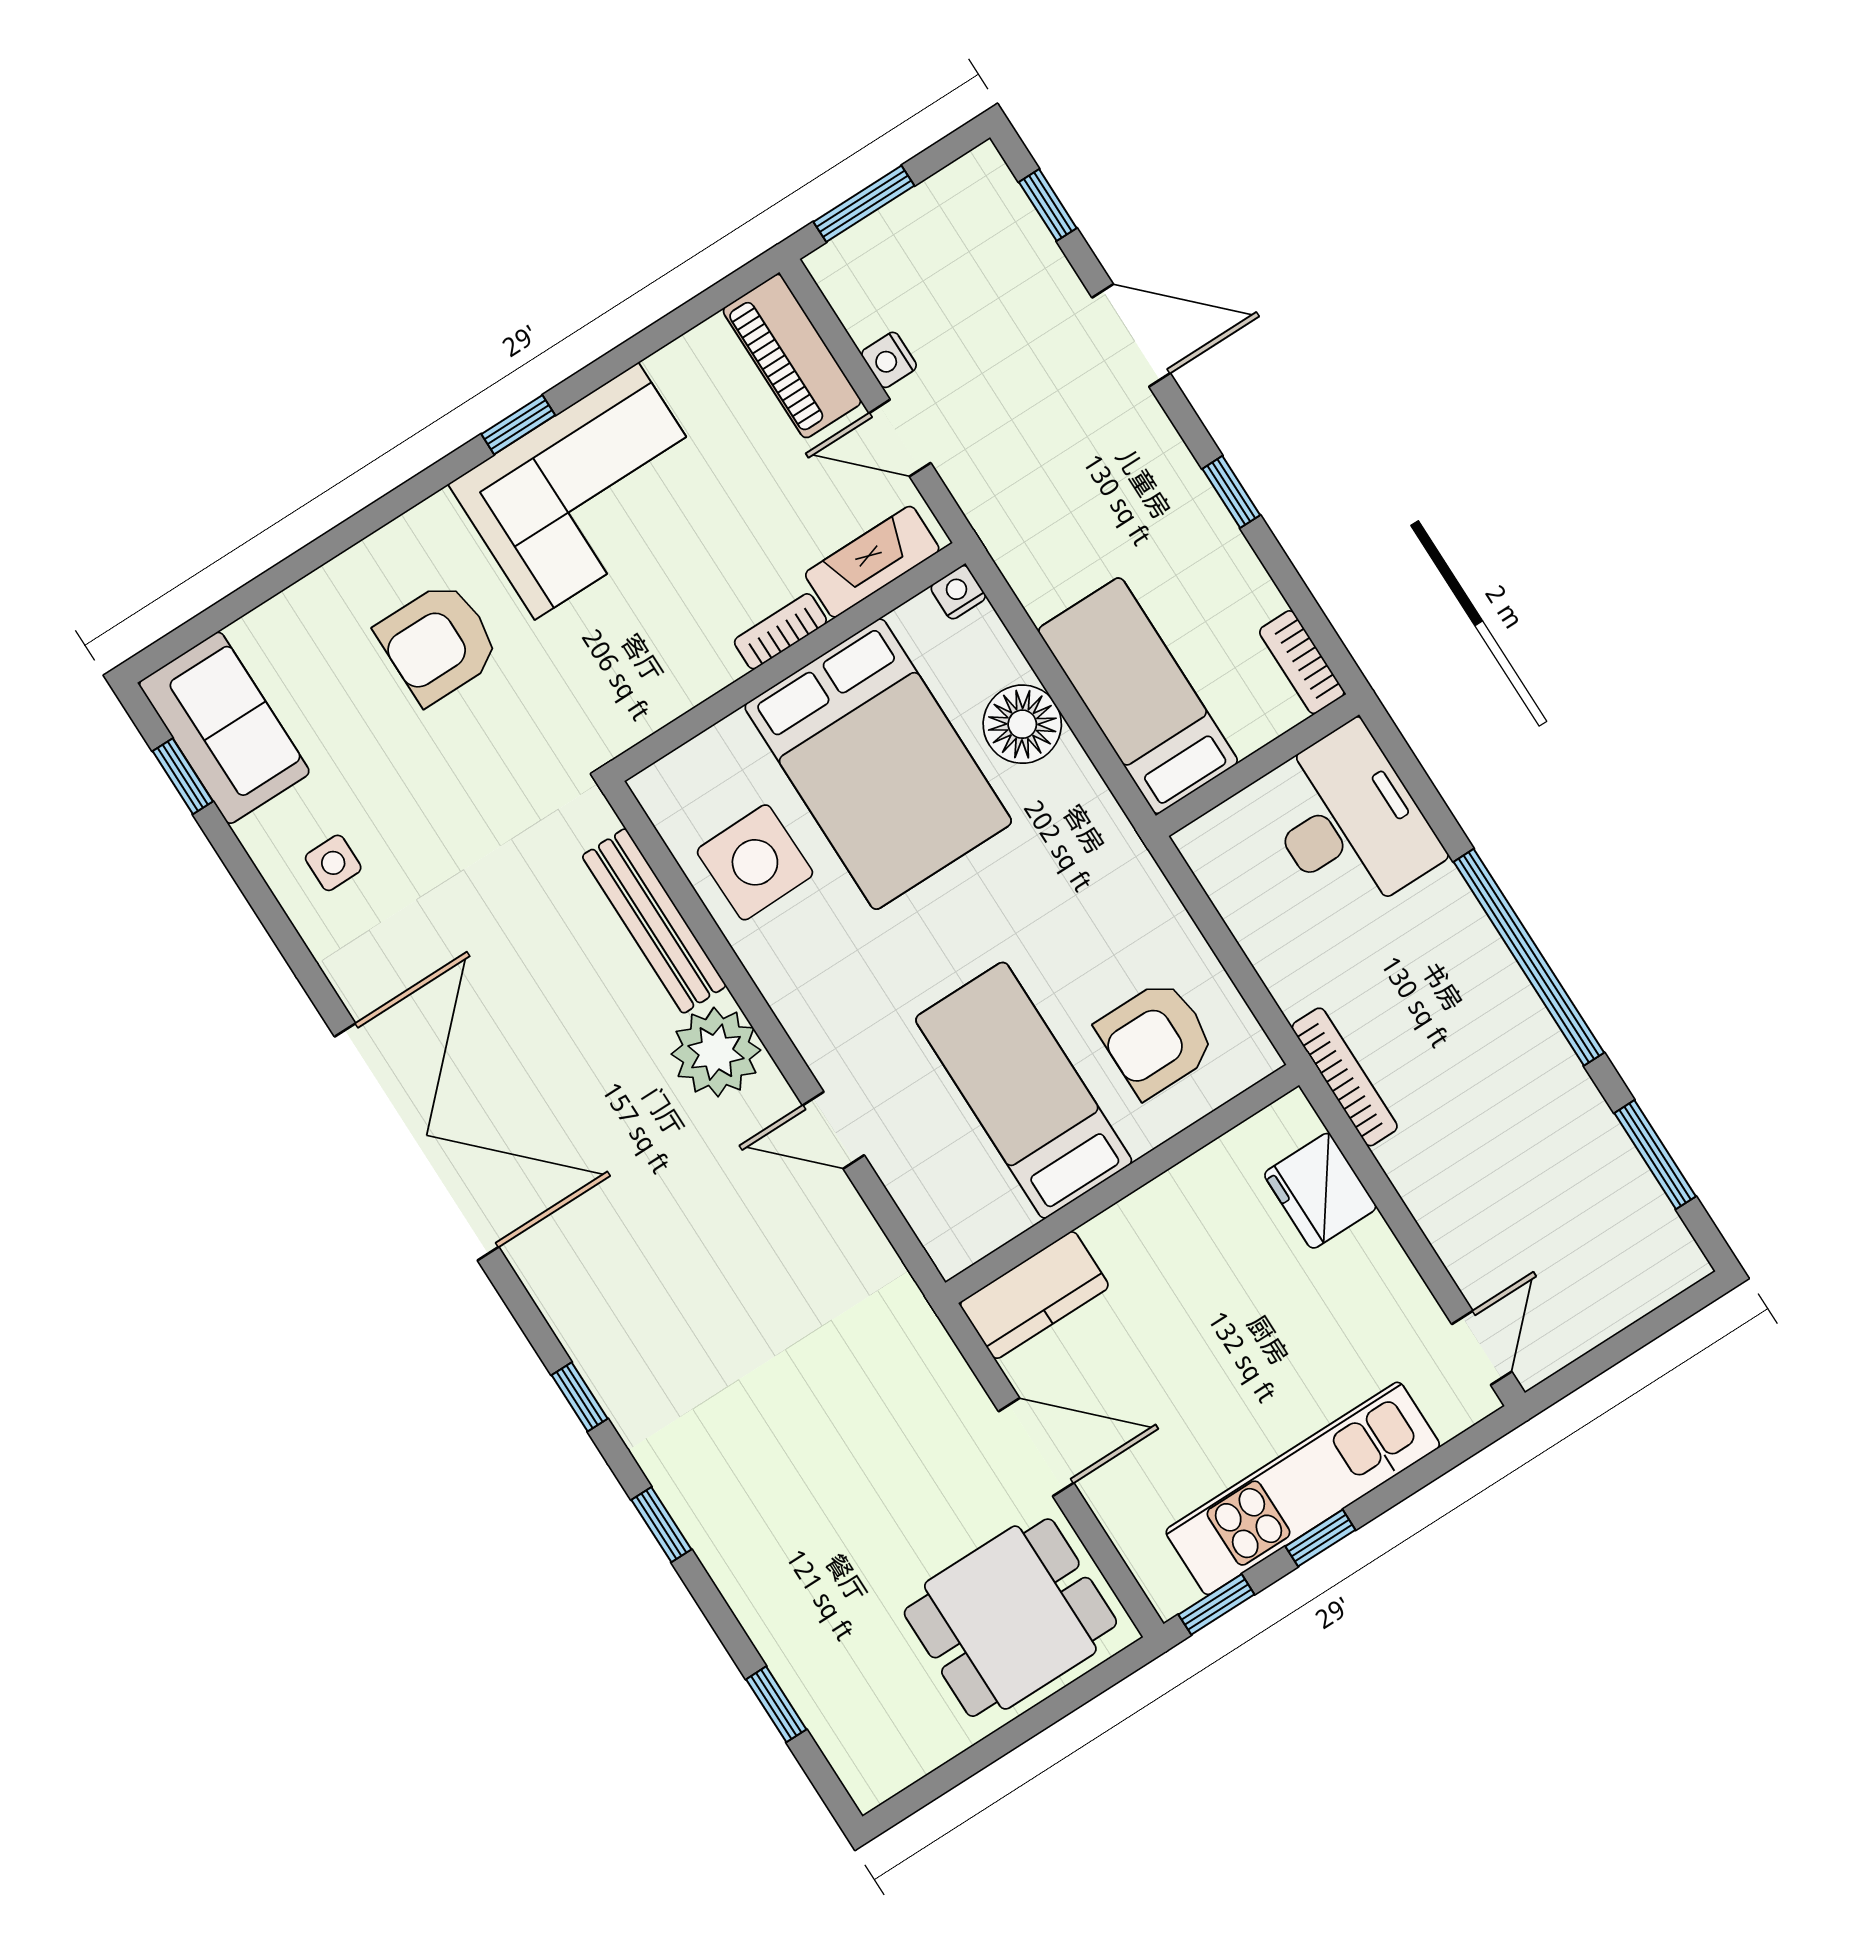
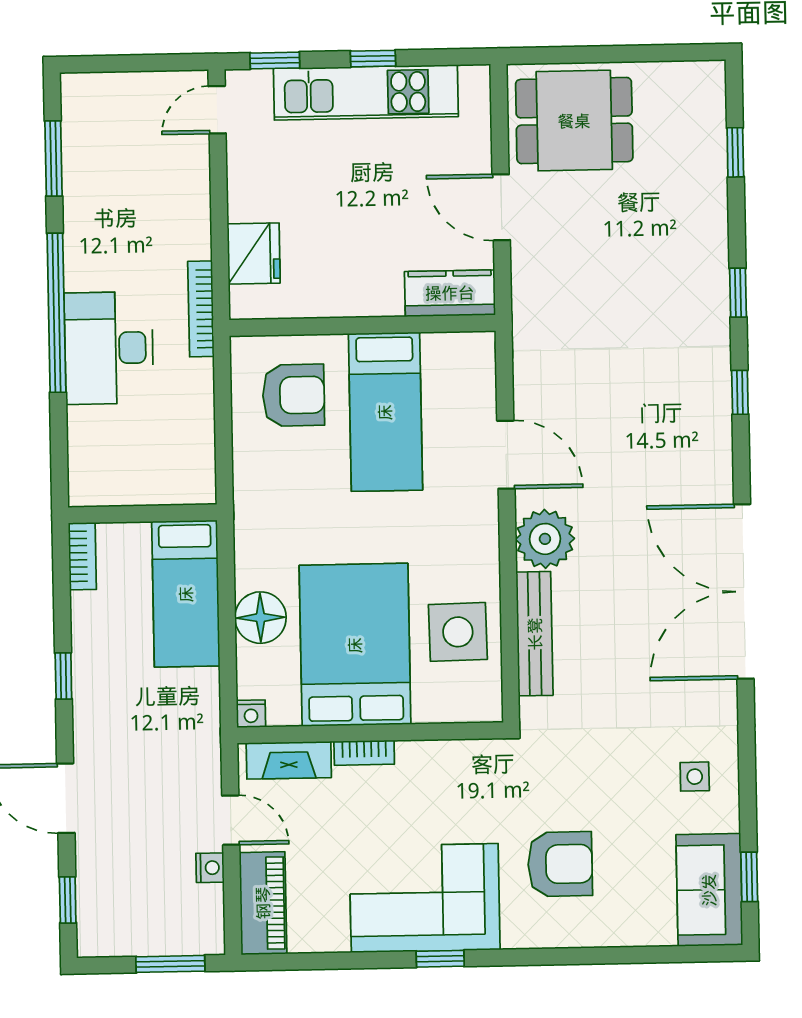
desk: (1349, 822) -> (109, 348), moved
door: (833, 1130) -> (506, 455), width x1.38
window: (1216, 1604) -> (275, 60), moved

